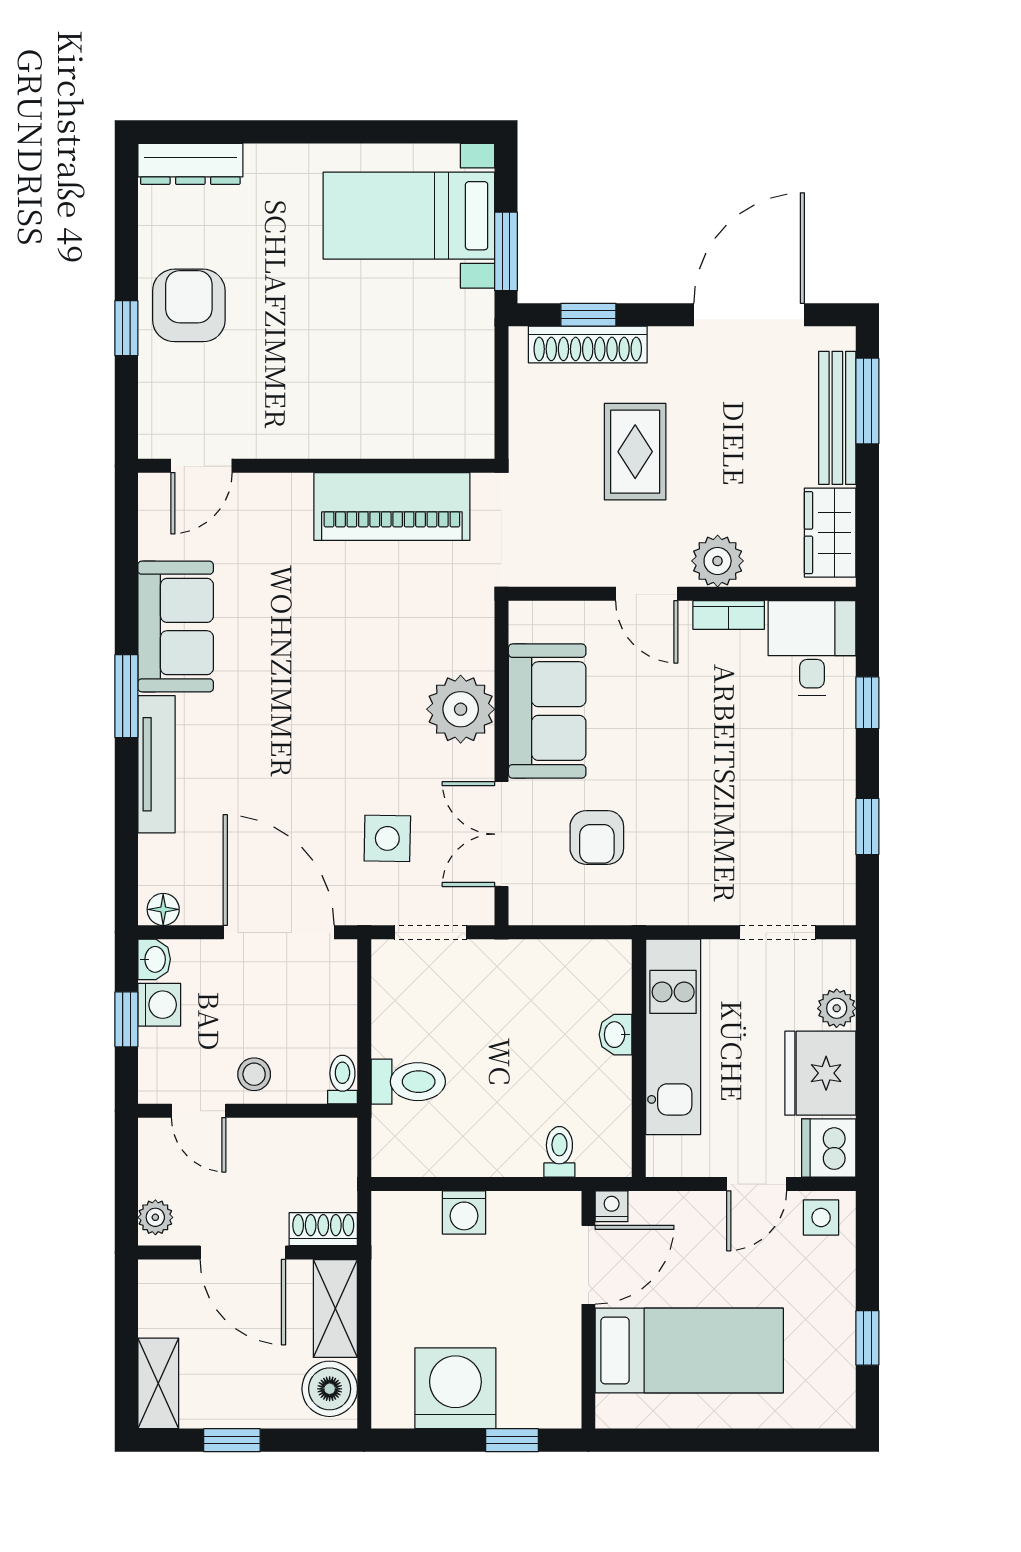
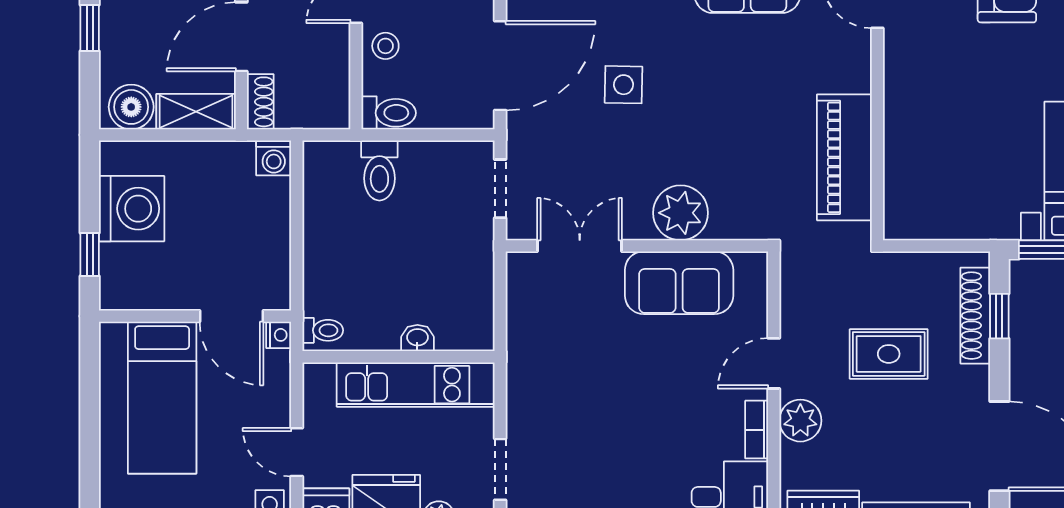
armchair: (597, 837) -> (577, 323), removed
side table: (387, 838) -> (624, 85), moved
toilet: (342, 1080) -> (389, 113), width x1.37, depth x1.39
toilet: (559, 1152) -> (323, 330), moved
washing machine: (464, 1212) -> (274, 158), moved, turned -90

